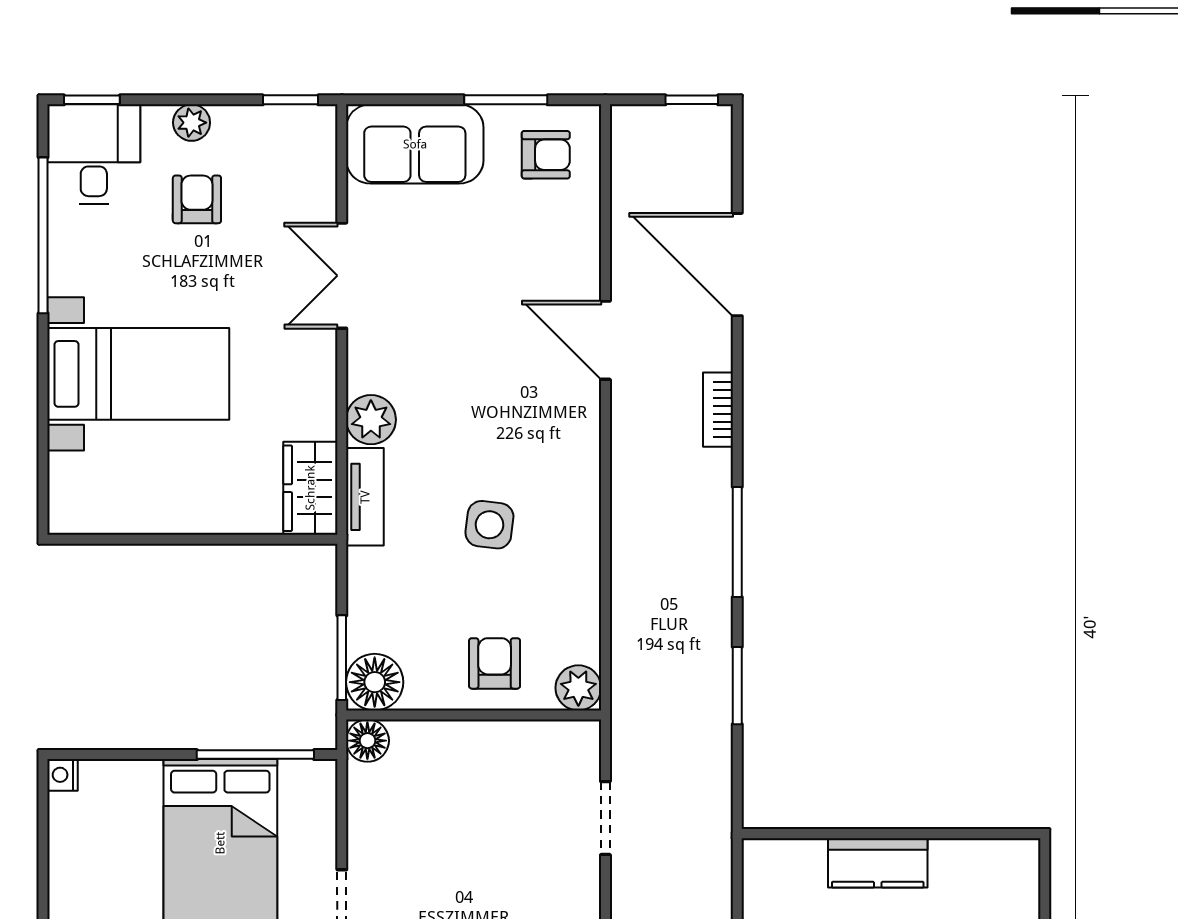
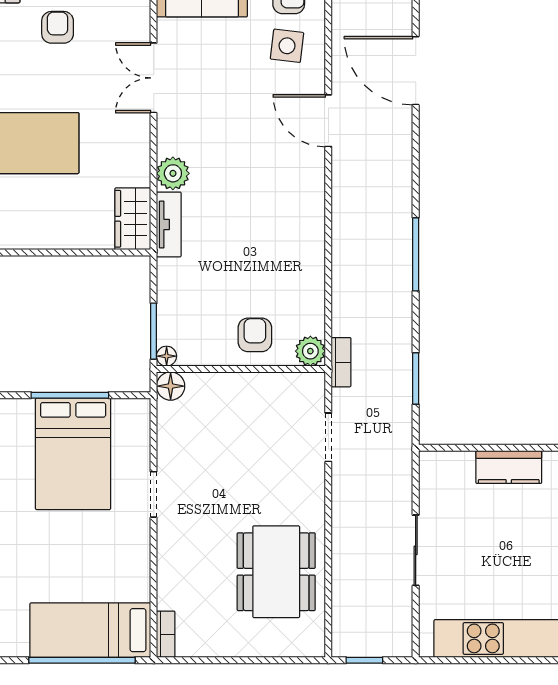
bookcase: (718, 410) -> (341, 362), moved, turned 180
side table: (489, 525) -> (287, 46), moved
floor lamp: (375, 682) -> (167, 356), width x0.53, depth x0.53
window: (737, 686) -> (416, 379), moved
window: (255, 755) -> (70, 395), moved

